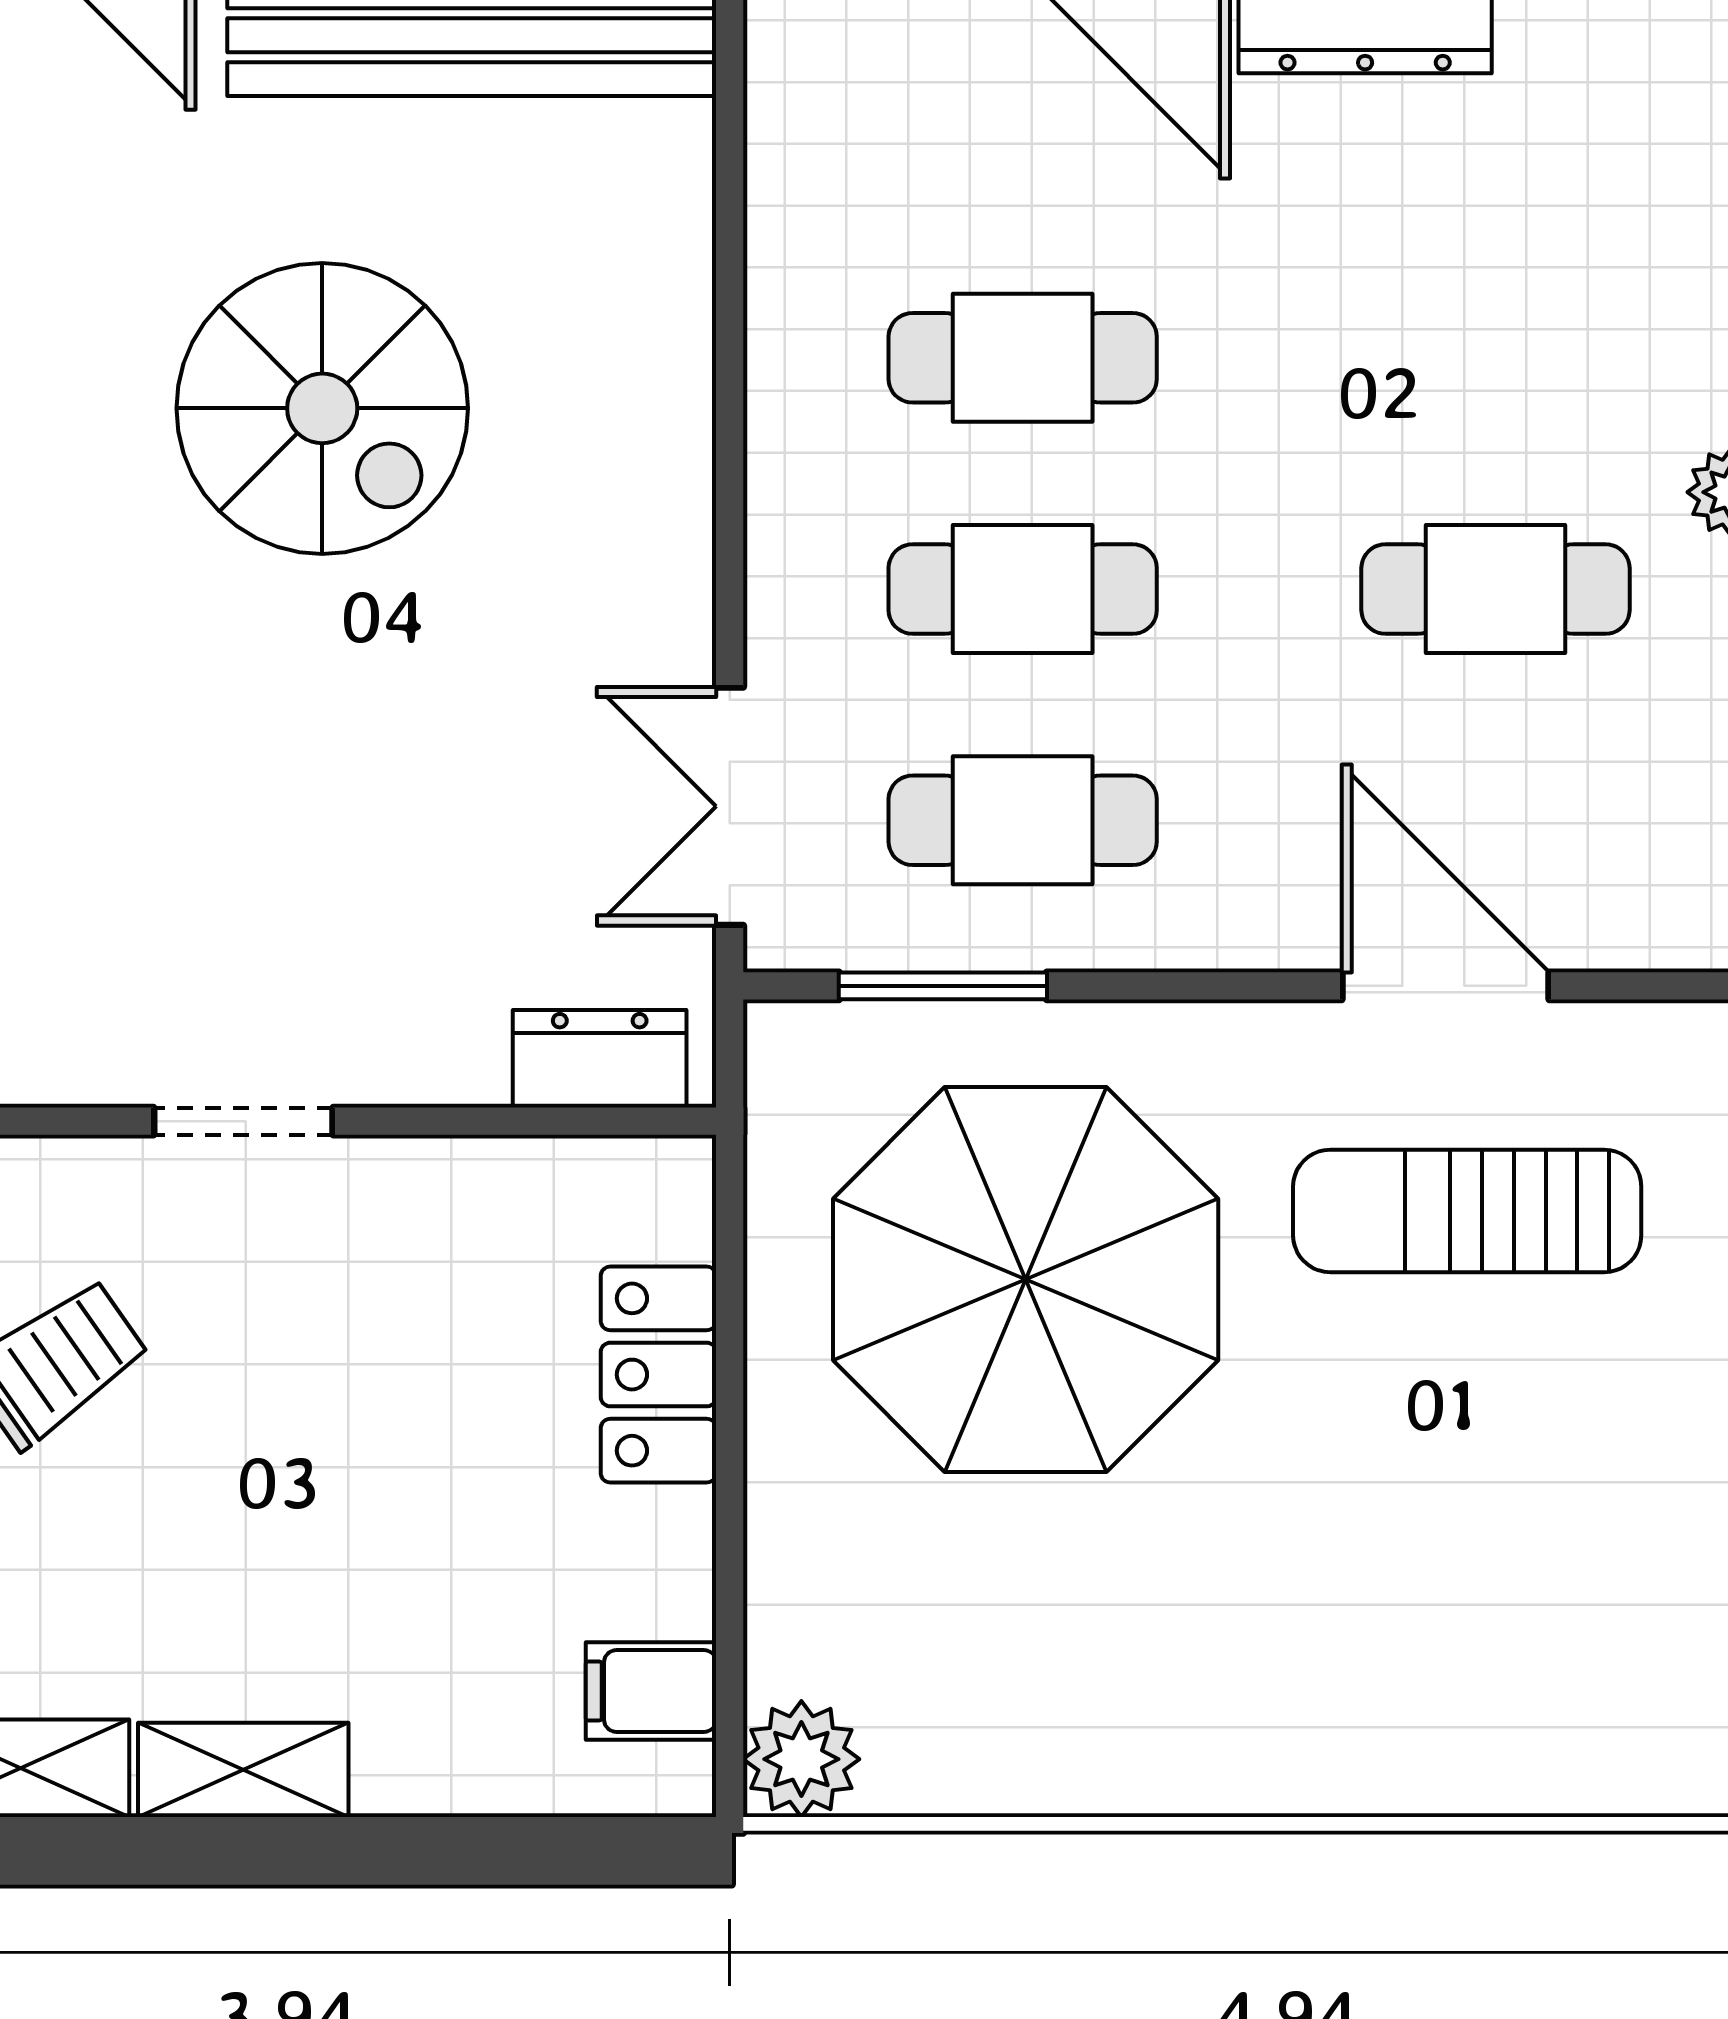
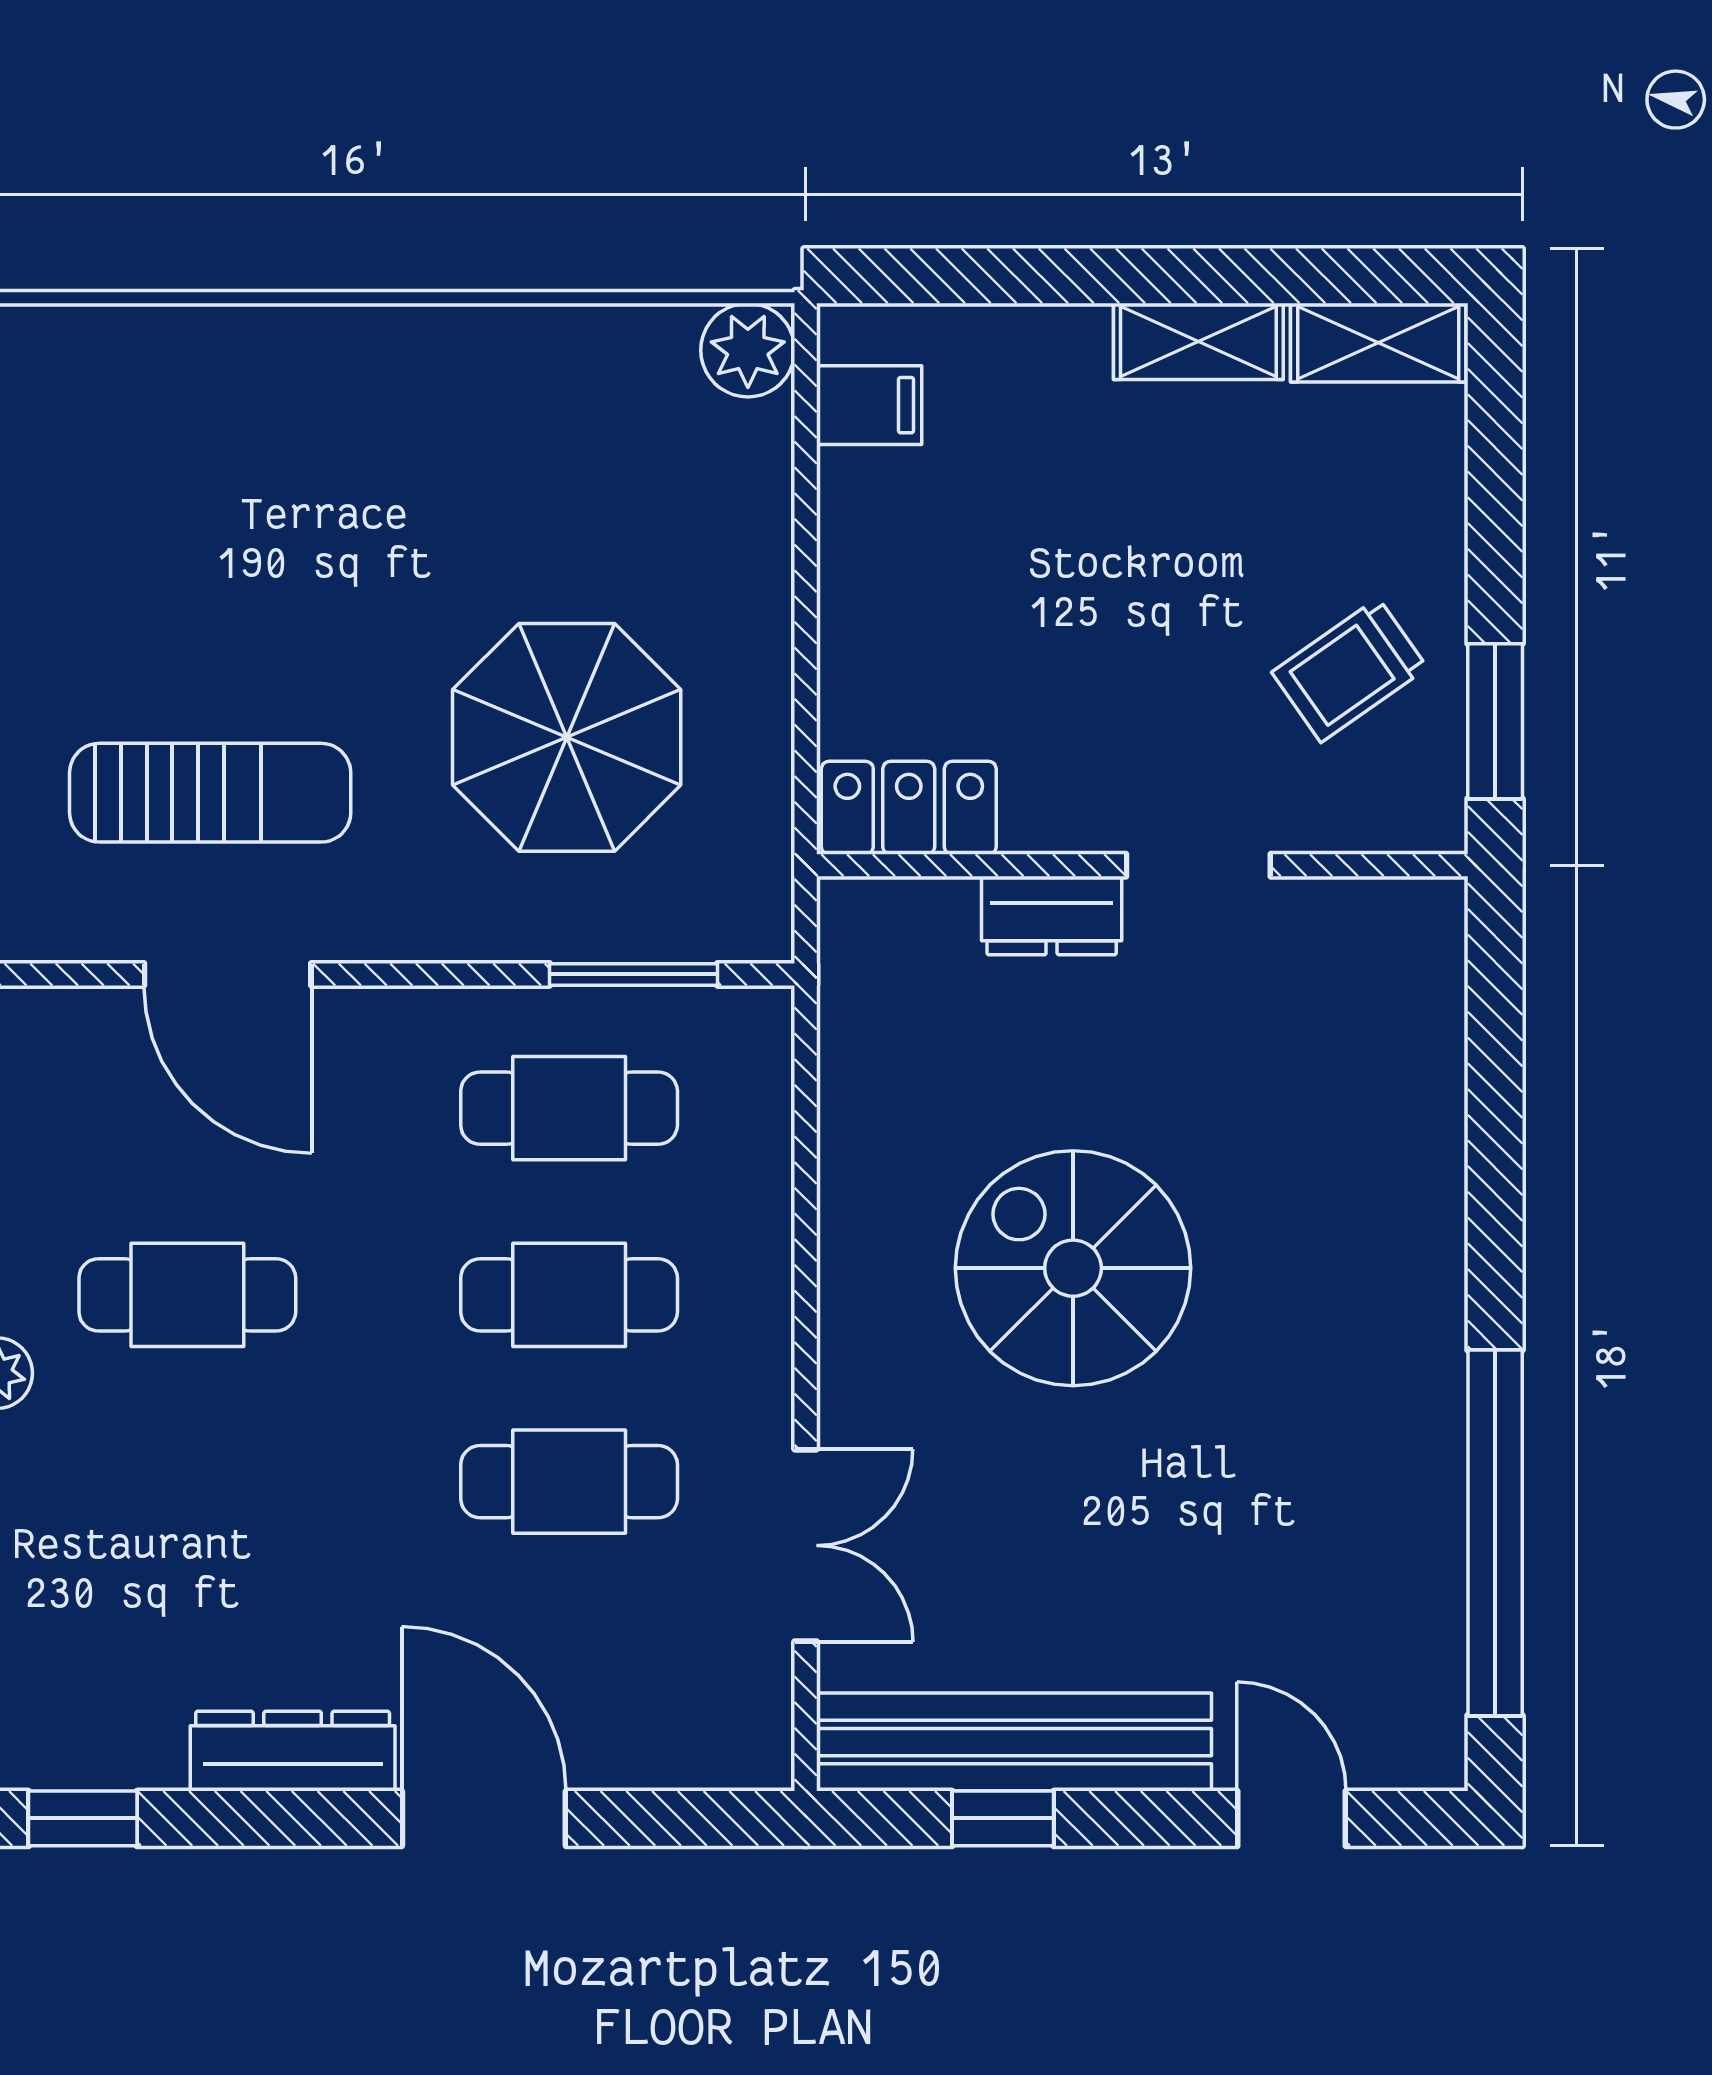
spiral stairs: (322, 408) -> (1073, 1268), moved
double door: (730, 806) -> (806, 1545), moved
dresser: (600, 1059) -> (1052, 916), moved
parasol: (1026, 1279) -> (567, 737), width x0.73, depth x0.73
locker: (658, 1375) -> (909, 808), moved, turned -90

